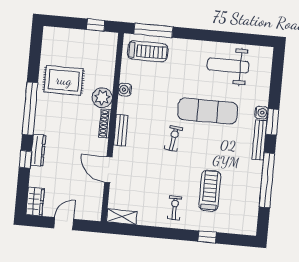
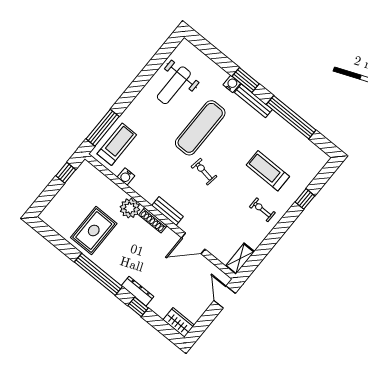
water cooler: (125, 90) -> (126, 176), moved
door: (64, 224) -> (225, 297), moved

